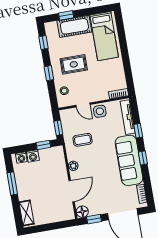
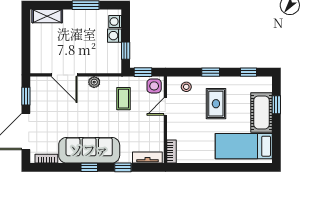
side table: (100, 111) -> (154, 86), moved
tv unit: (128, 117) -> (147, 157), width x0.71
floor lamp: (82, 212) -> (37, 83), removed

